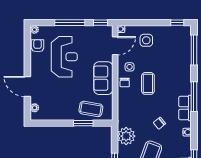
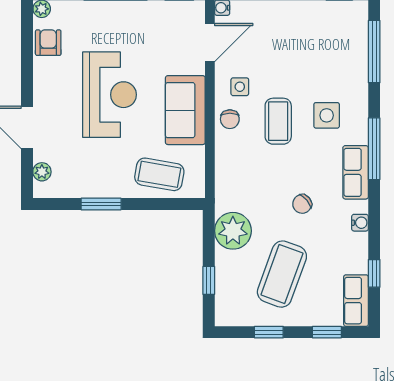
side table: (146, 40) -> (327, 115), moved
reception desk: (64, 57) -> (110, 95), moved
window: (83, 123) -> (101, 204), moved

